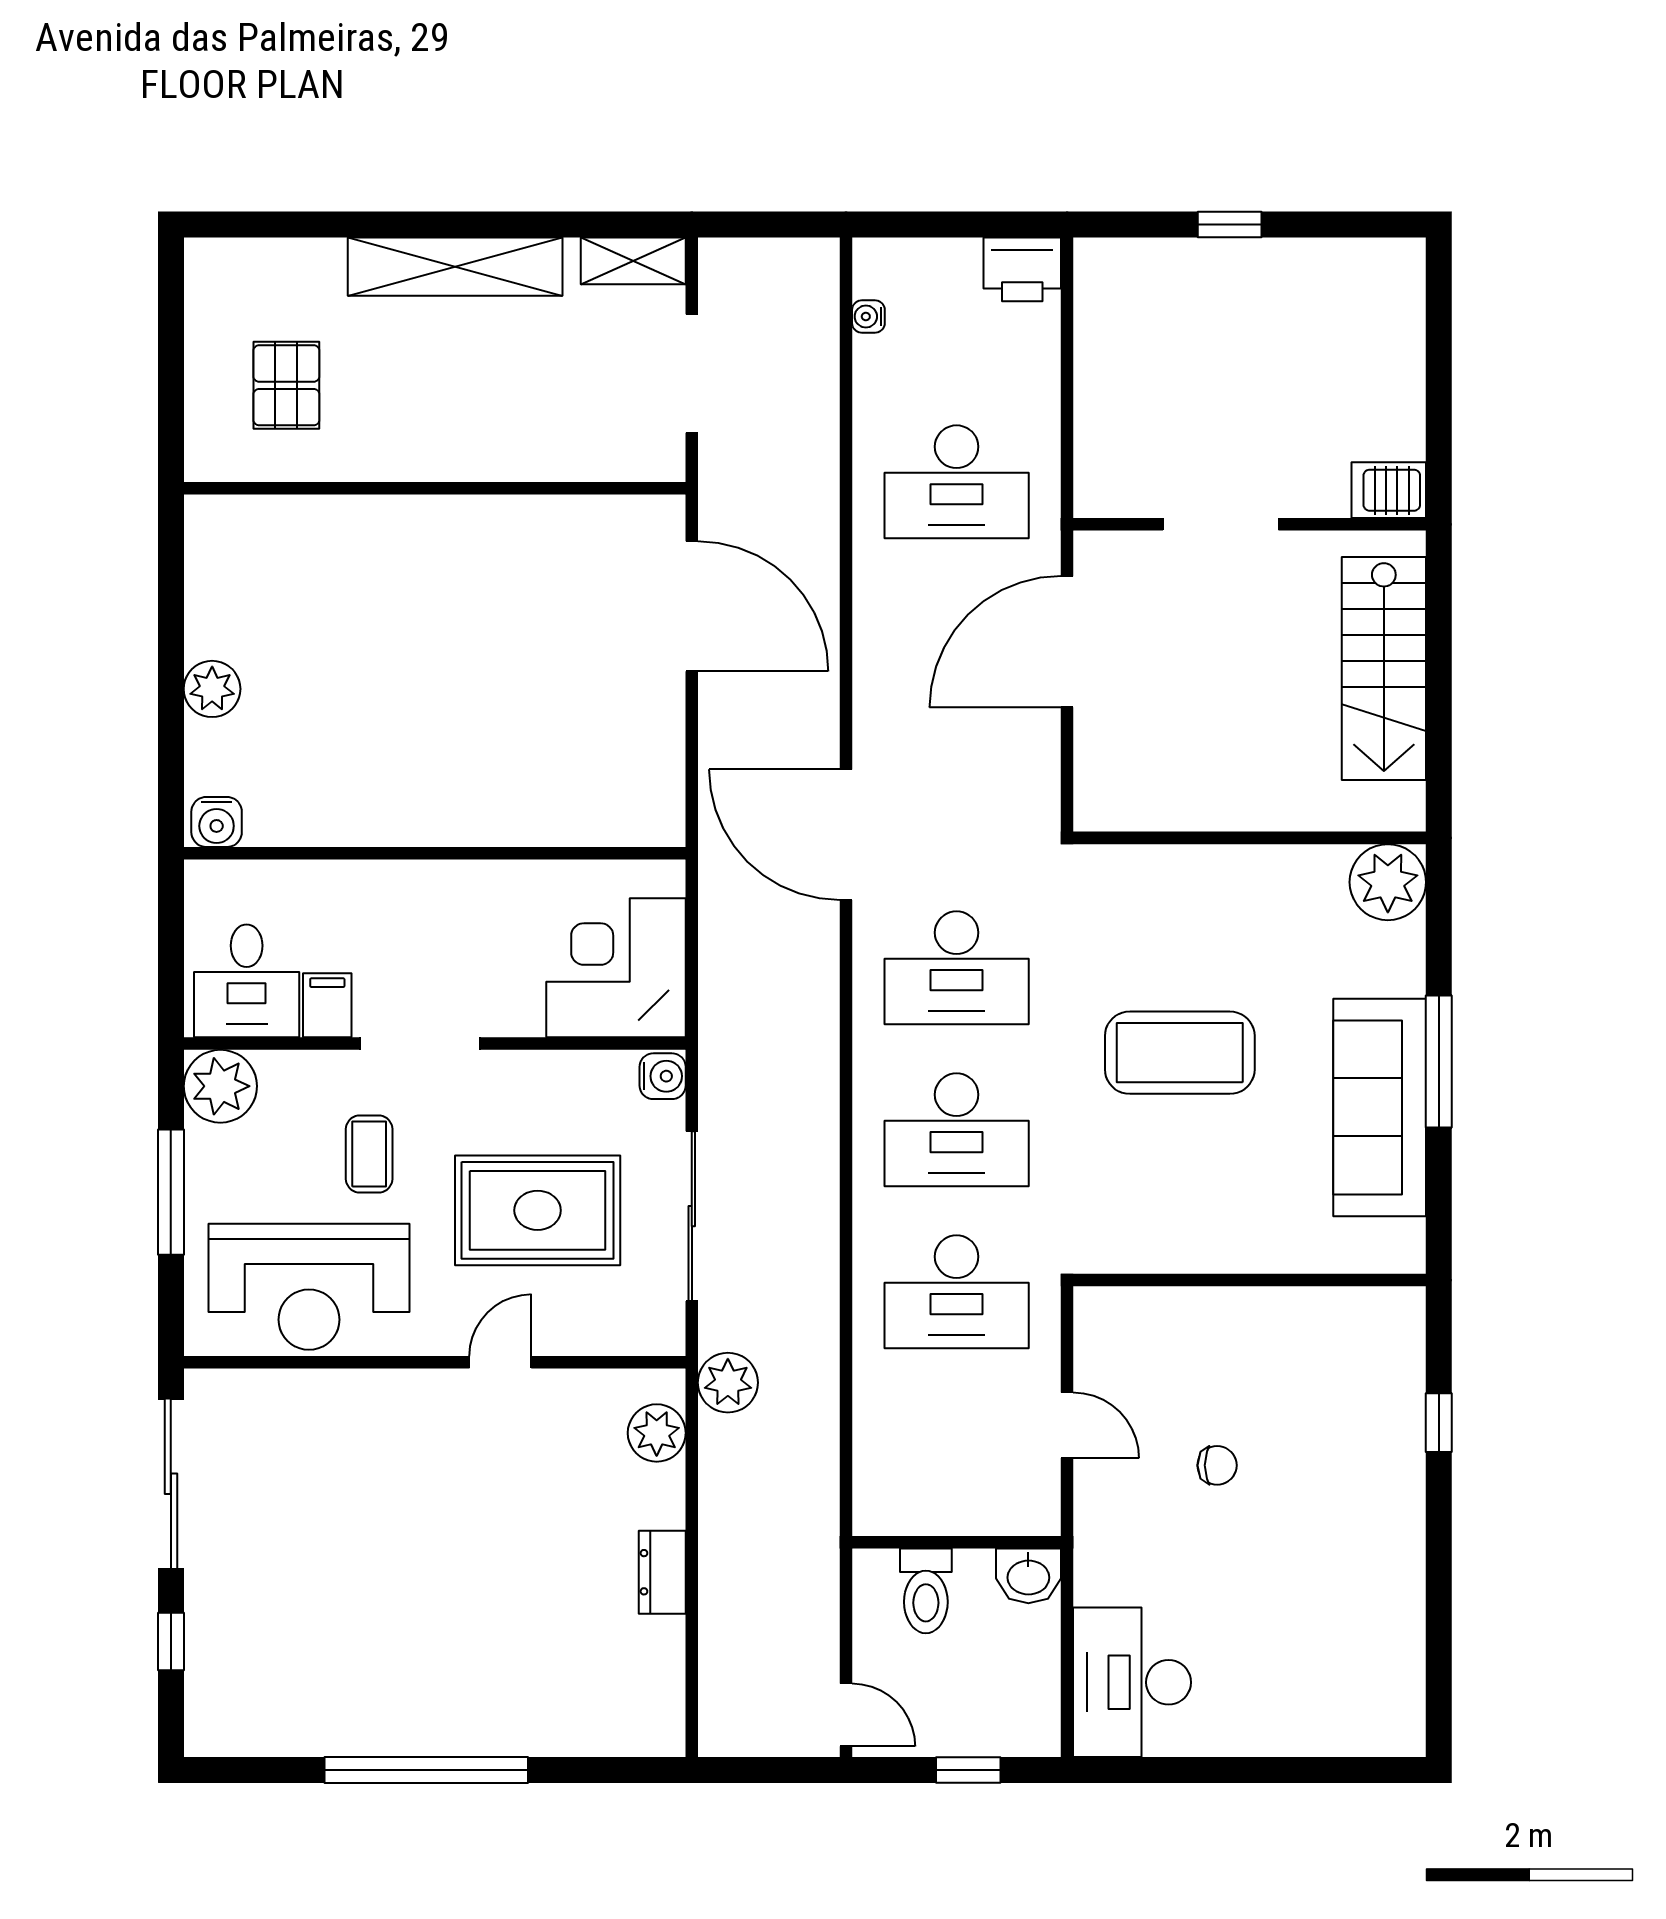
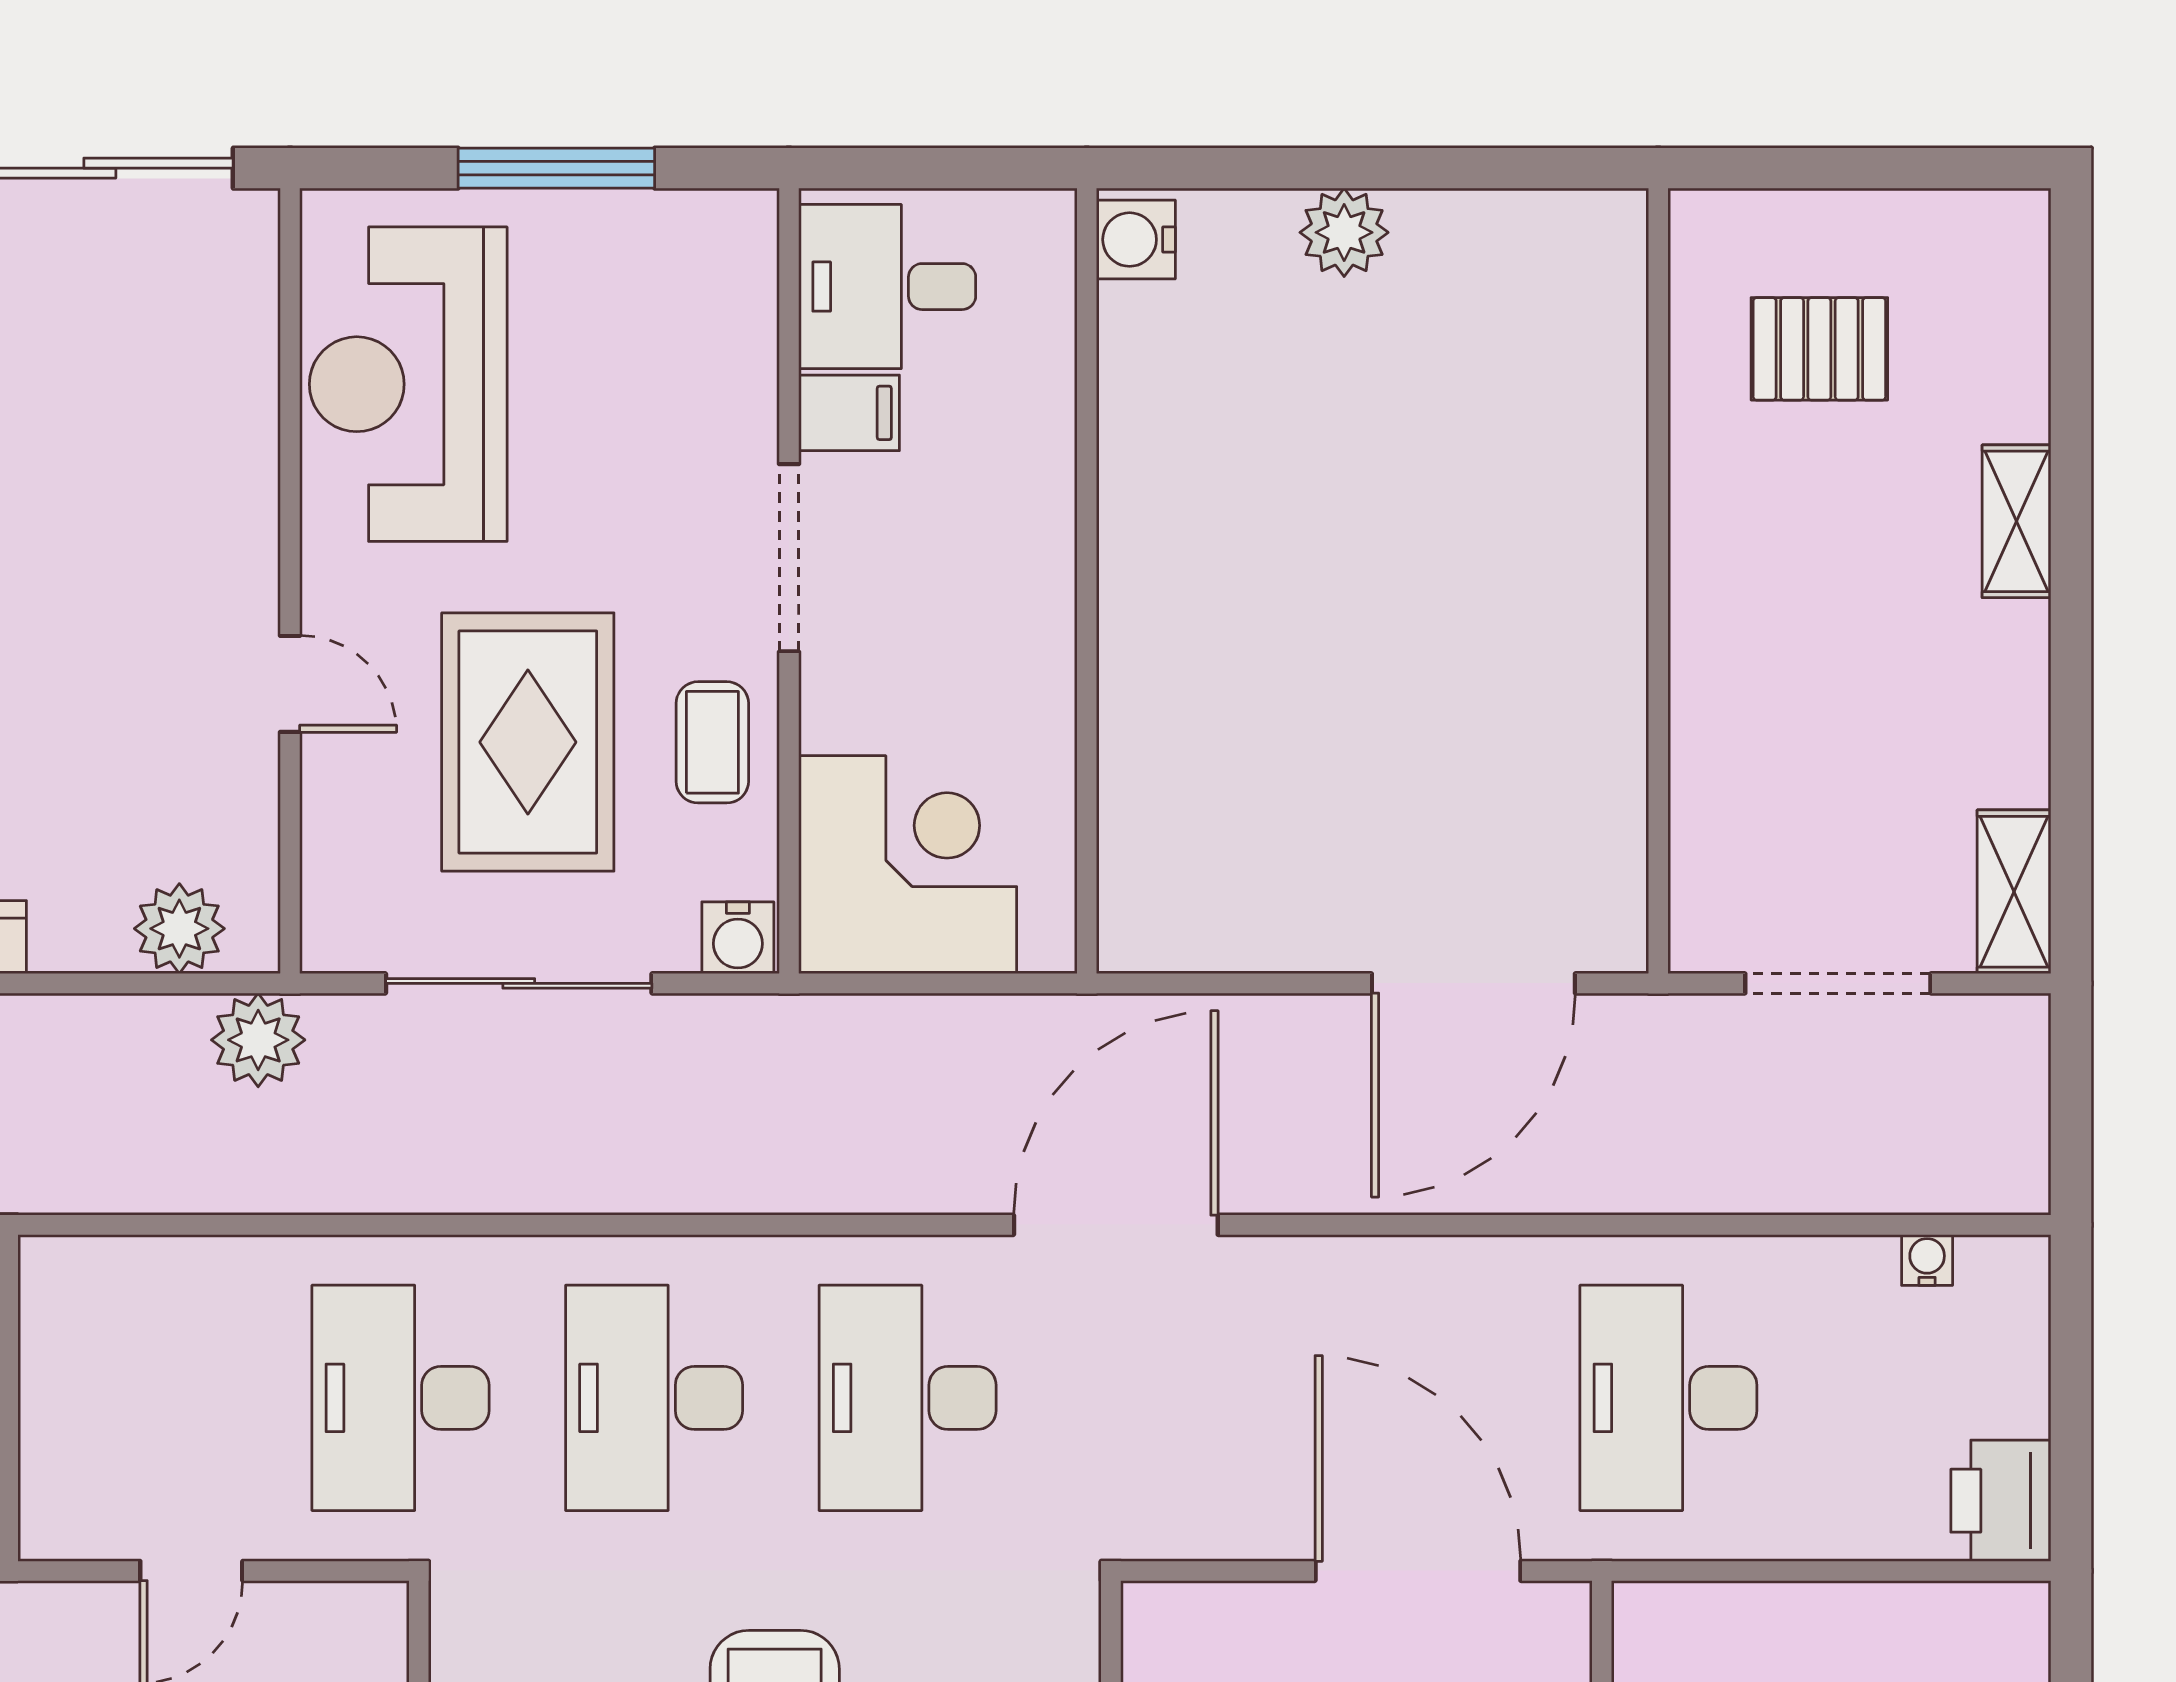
shelving: (455, 267) -> (2017, 521), width x0.45, depth x0.75
plant: (220, 1086) -> (722, 245), removed
coffee table: (369, 1154) -> (712, 742), moved, turned 90

